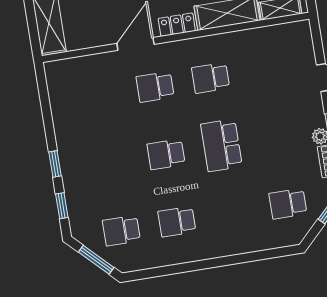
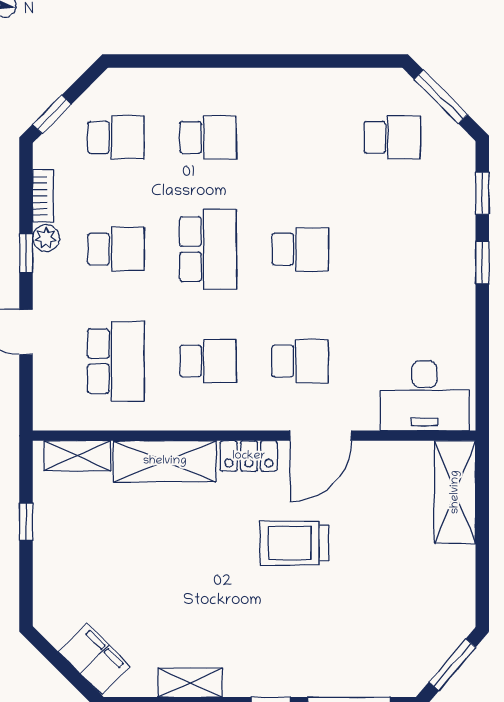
school desk: (266, 69) -> (116, 361), added
desk: (77, 78) -> (425, 396), added
school desk: (277, 136) -> (116, 249), added
school desk: (177, 222) -> (208, 137), moved

